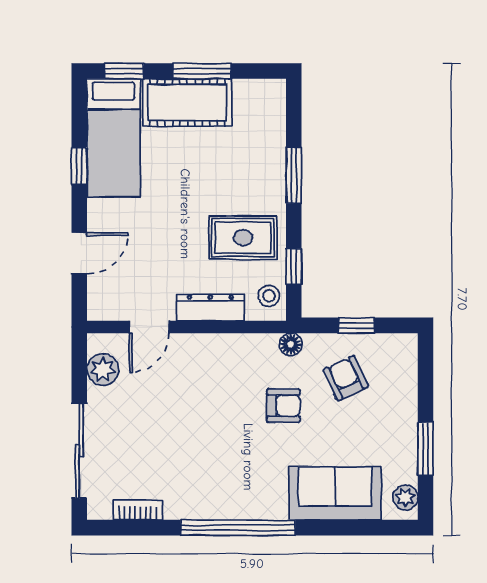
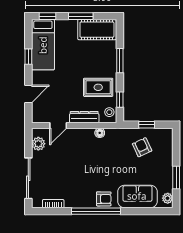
cot: (187, 103) -> (97, 30), moved
floor lamp: (291, 344) -> (100, 133), moved
armchair: (283, 406) -> (104, 199), moved

